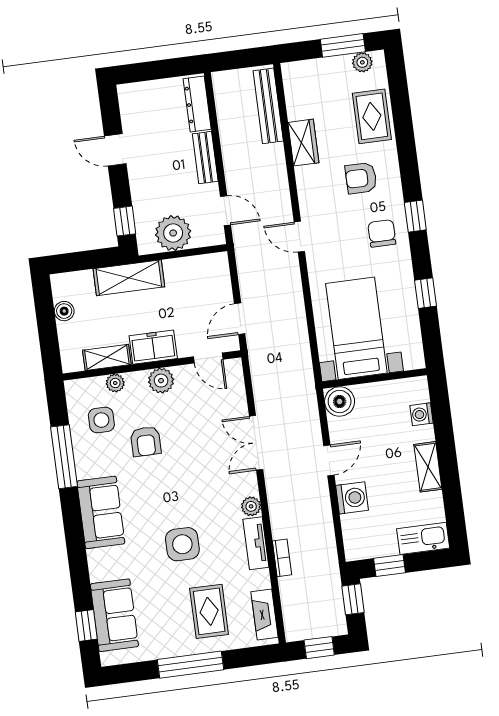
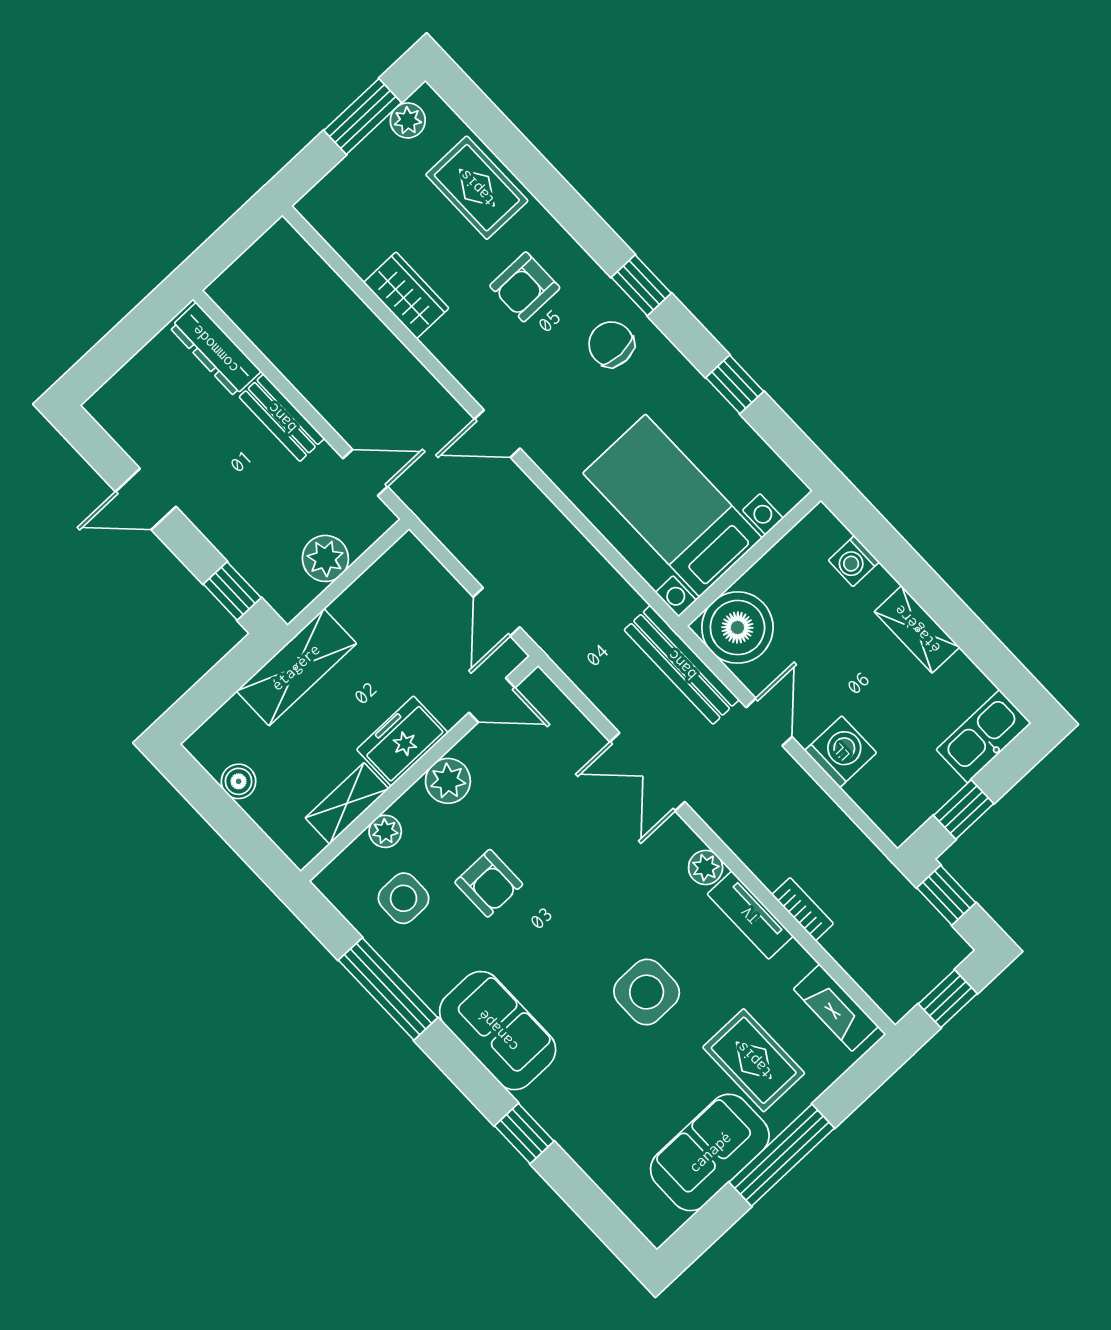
bench: (268, 106) -> (682, 665), moved
plant: (173, 233) -> (325, 558), width x0.73, depth x0.73
boiler: (340, 401) -> (737, 628), width x1.37, depth x1.37
sofa: (114, 615) -> (710, 1152), moved, turned -90
window: (86, 626) -> (524, 1134), moved

